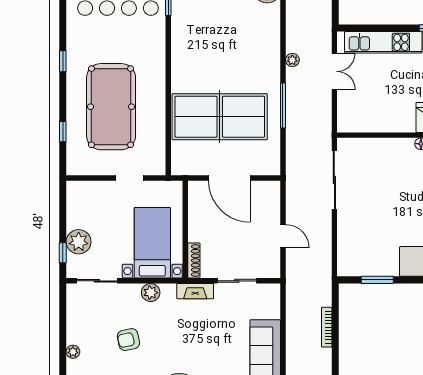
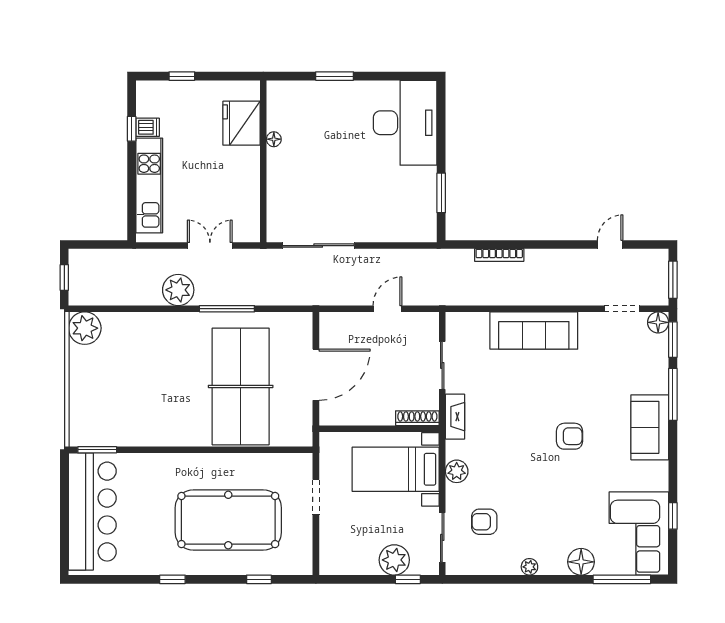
plant: (292, 60) -> (178, 290), width x1.88, depth x1.88
double door: (334, 71) -> (210, 246), moved
armchair: (128, 340) -> (484, 522), moved, turned 102

